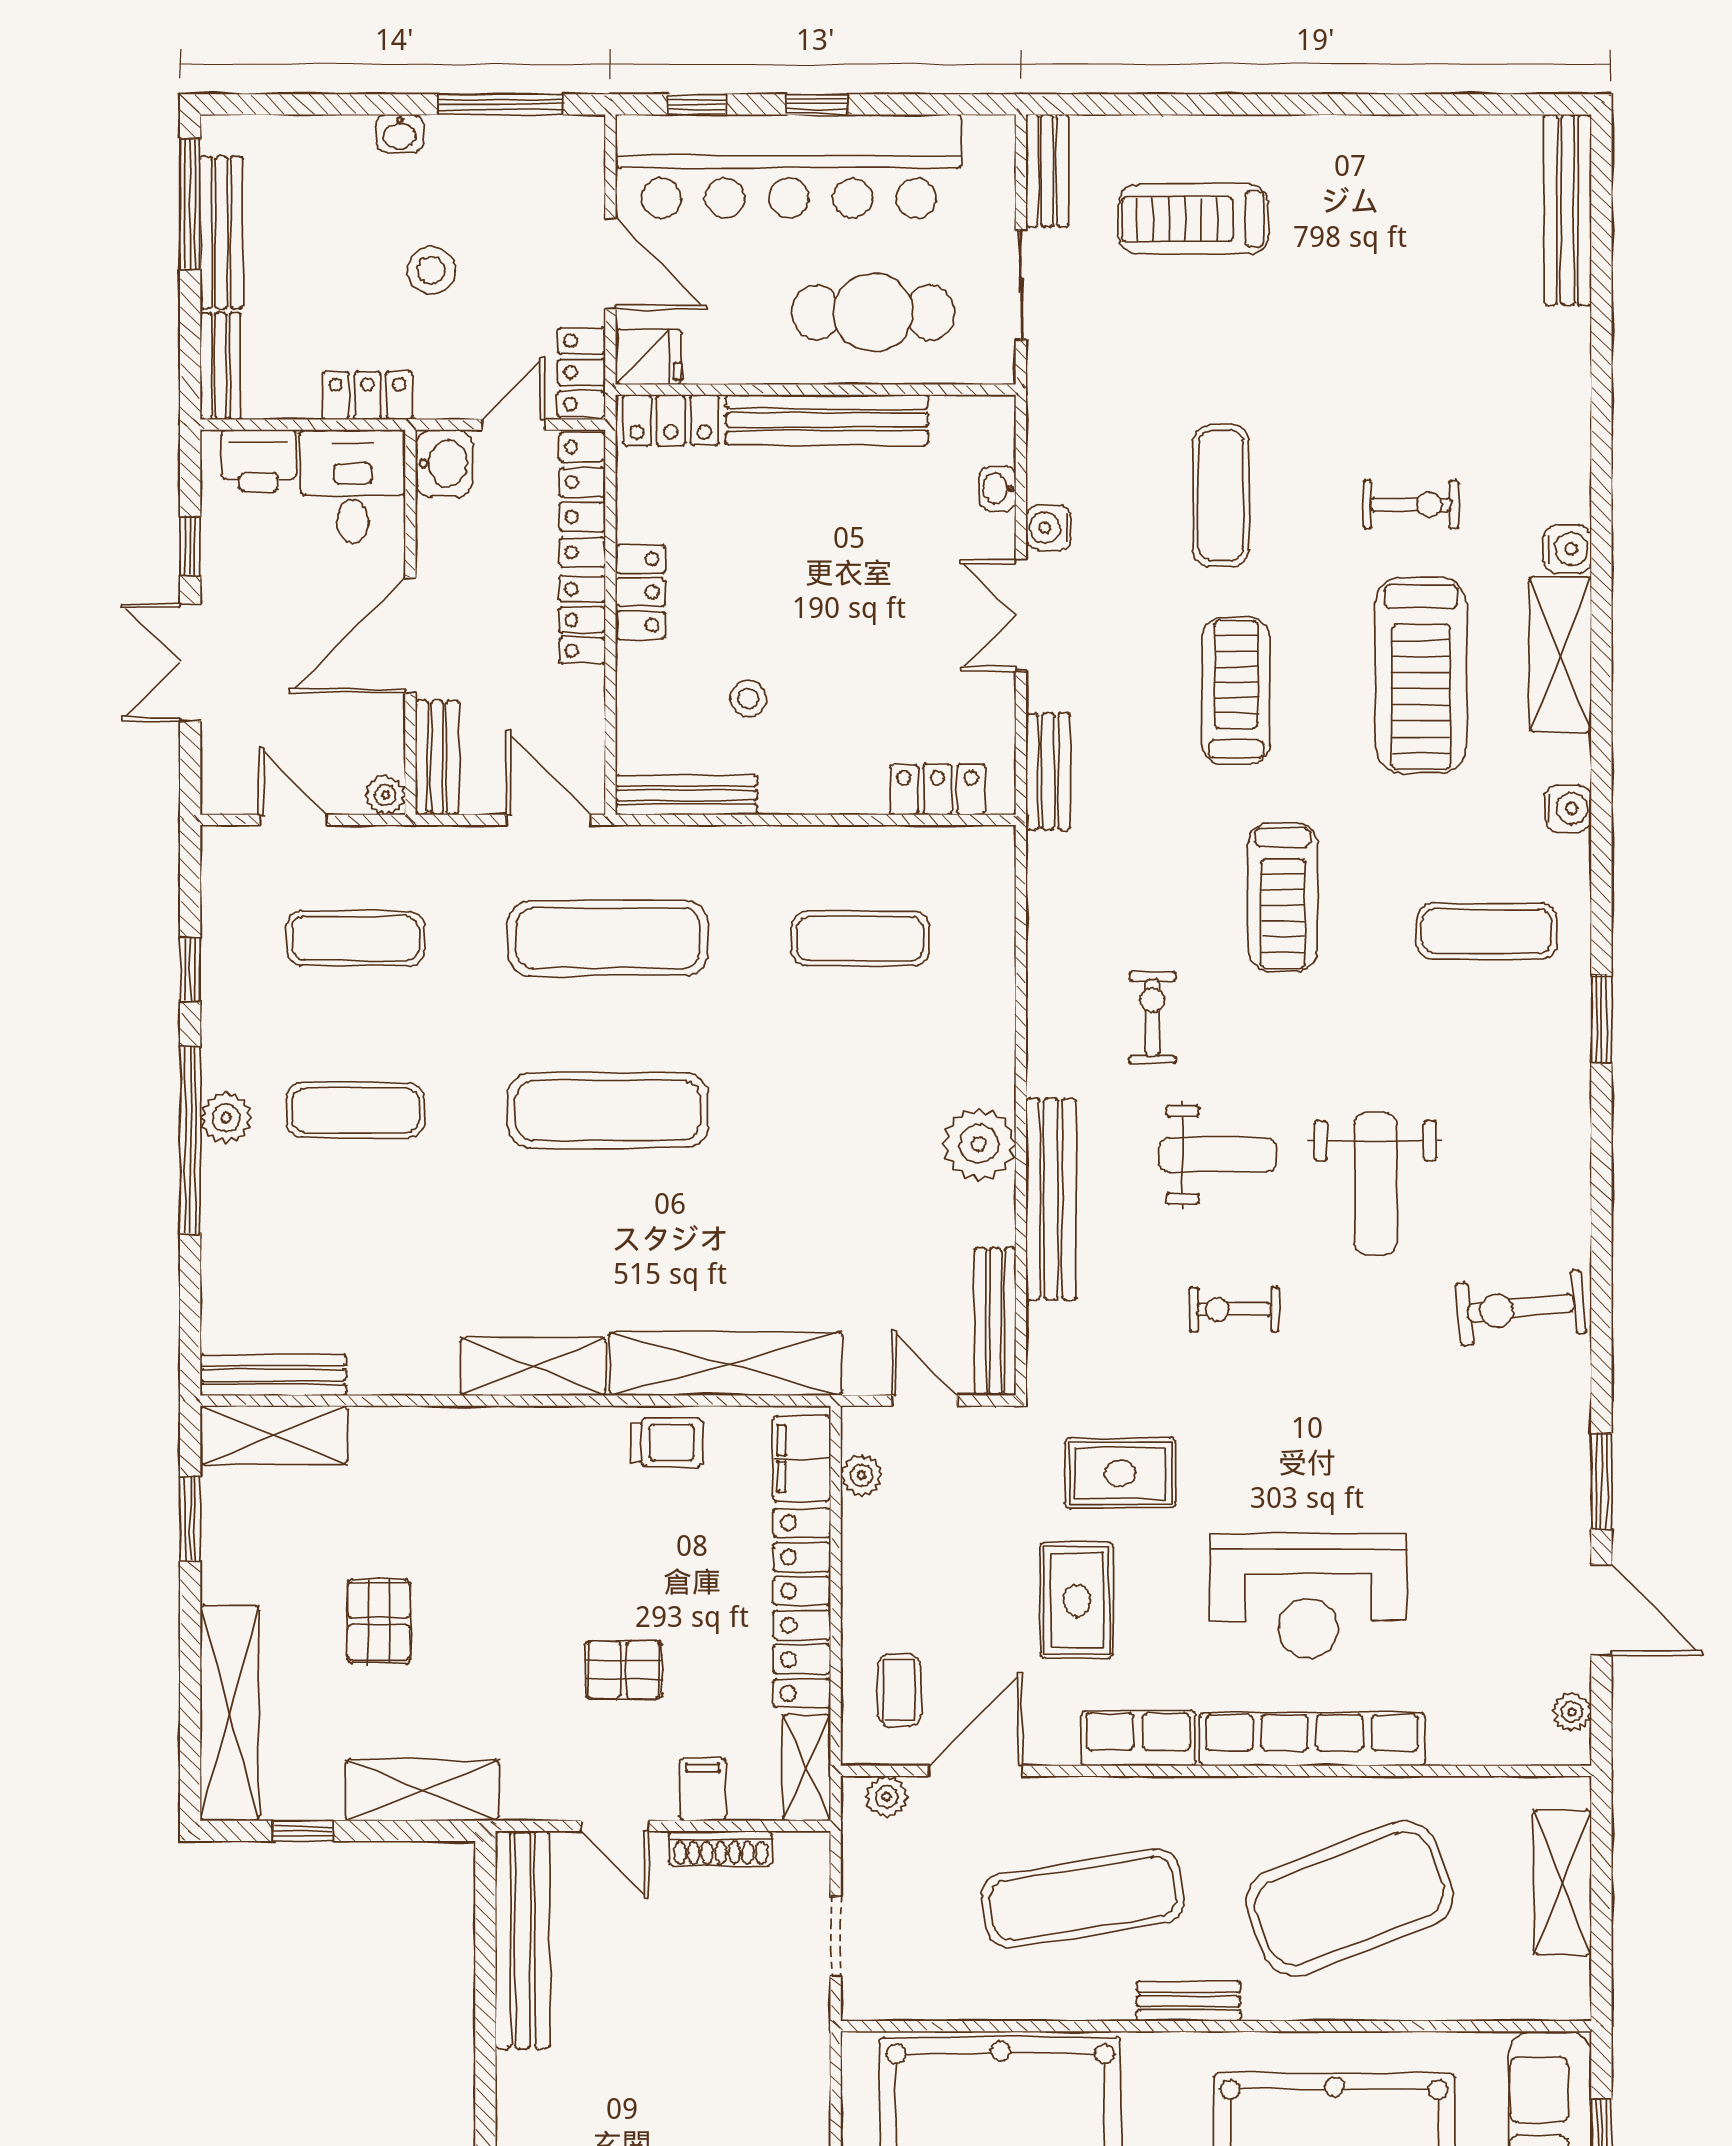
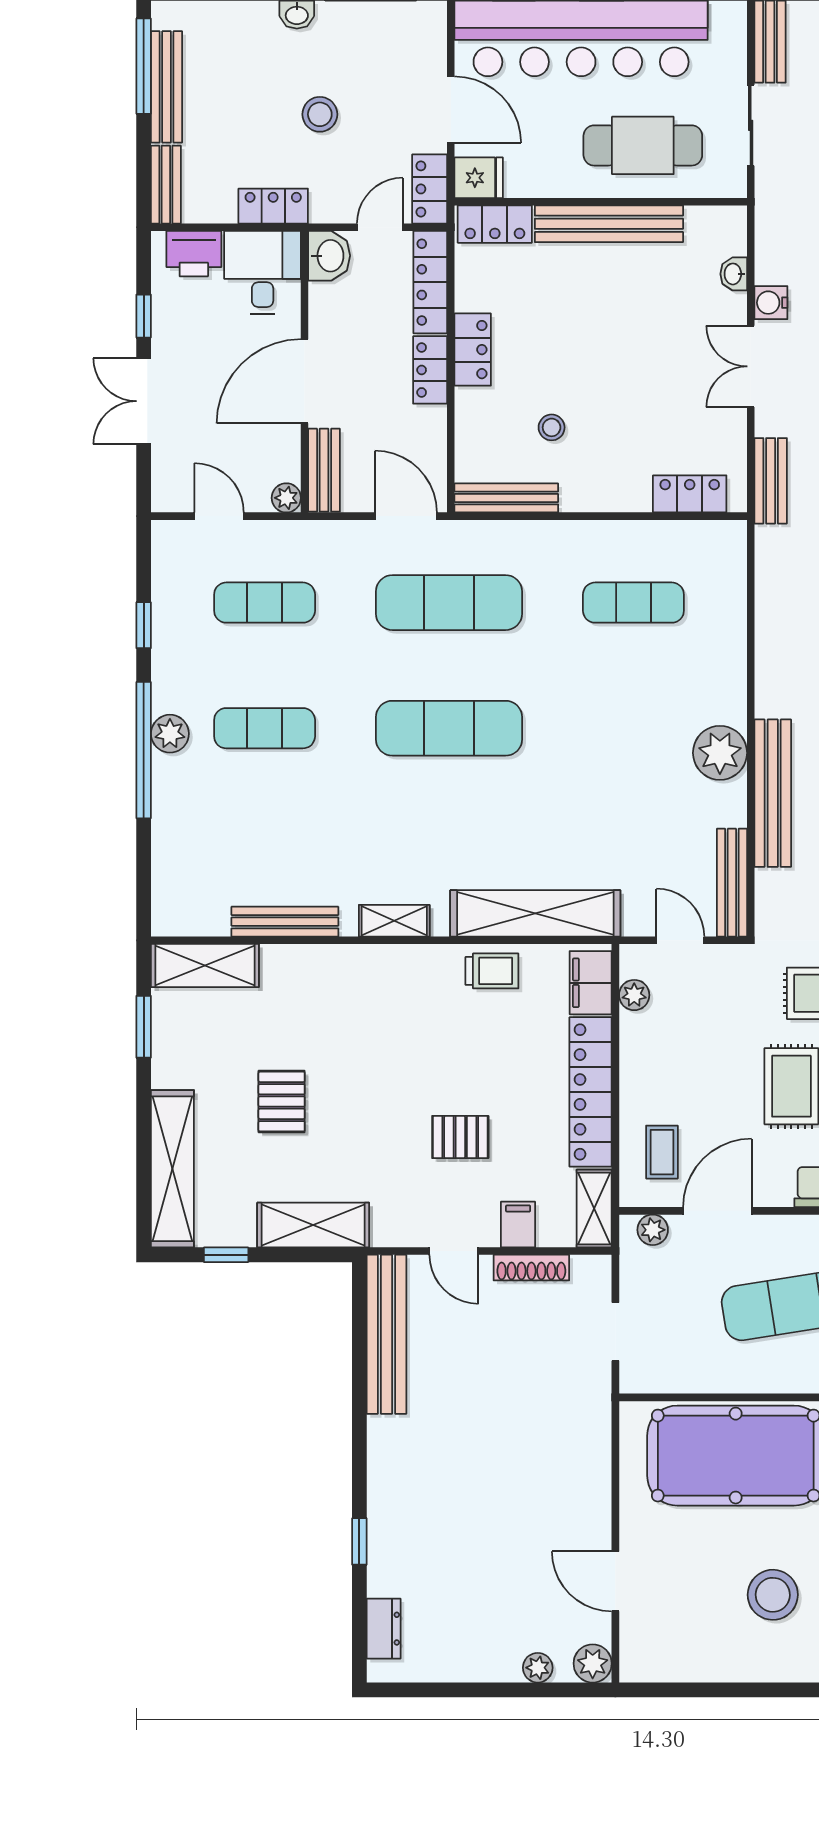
shelving: (533, 1366) -> (394, 921), width x0.67, depth x0.75
bench: (273, 1375) -> (285, 922), moved

